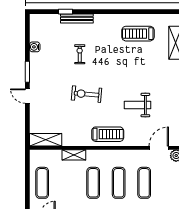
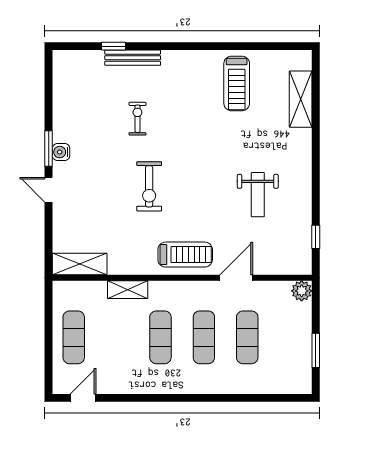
treadmill: (138, 34) -> (237, 83), turned -90
water cooler: (35, 47) -> (61, 152), moved
exercise bike: (87, 94) -> (149, 186), turned -95
weight bench: (138, 105) -> (258, 195), moved, turned -90
door: (159, 148) -> (236, 278), moved

